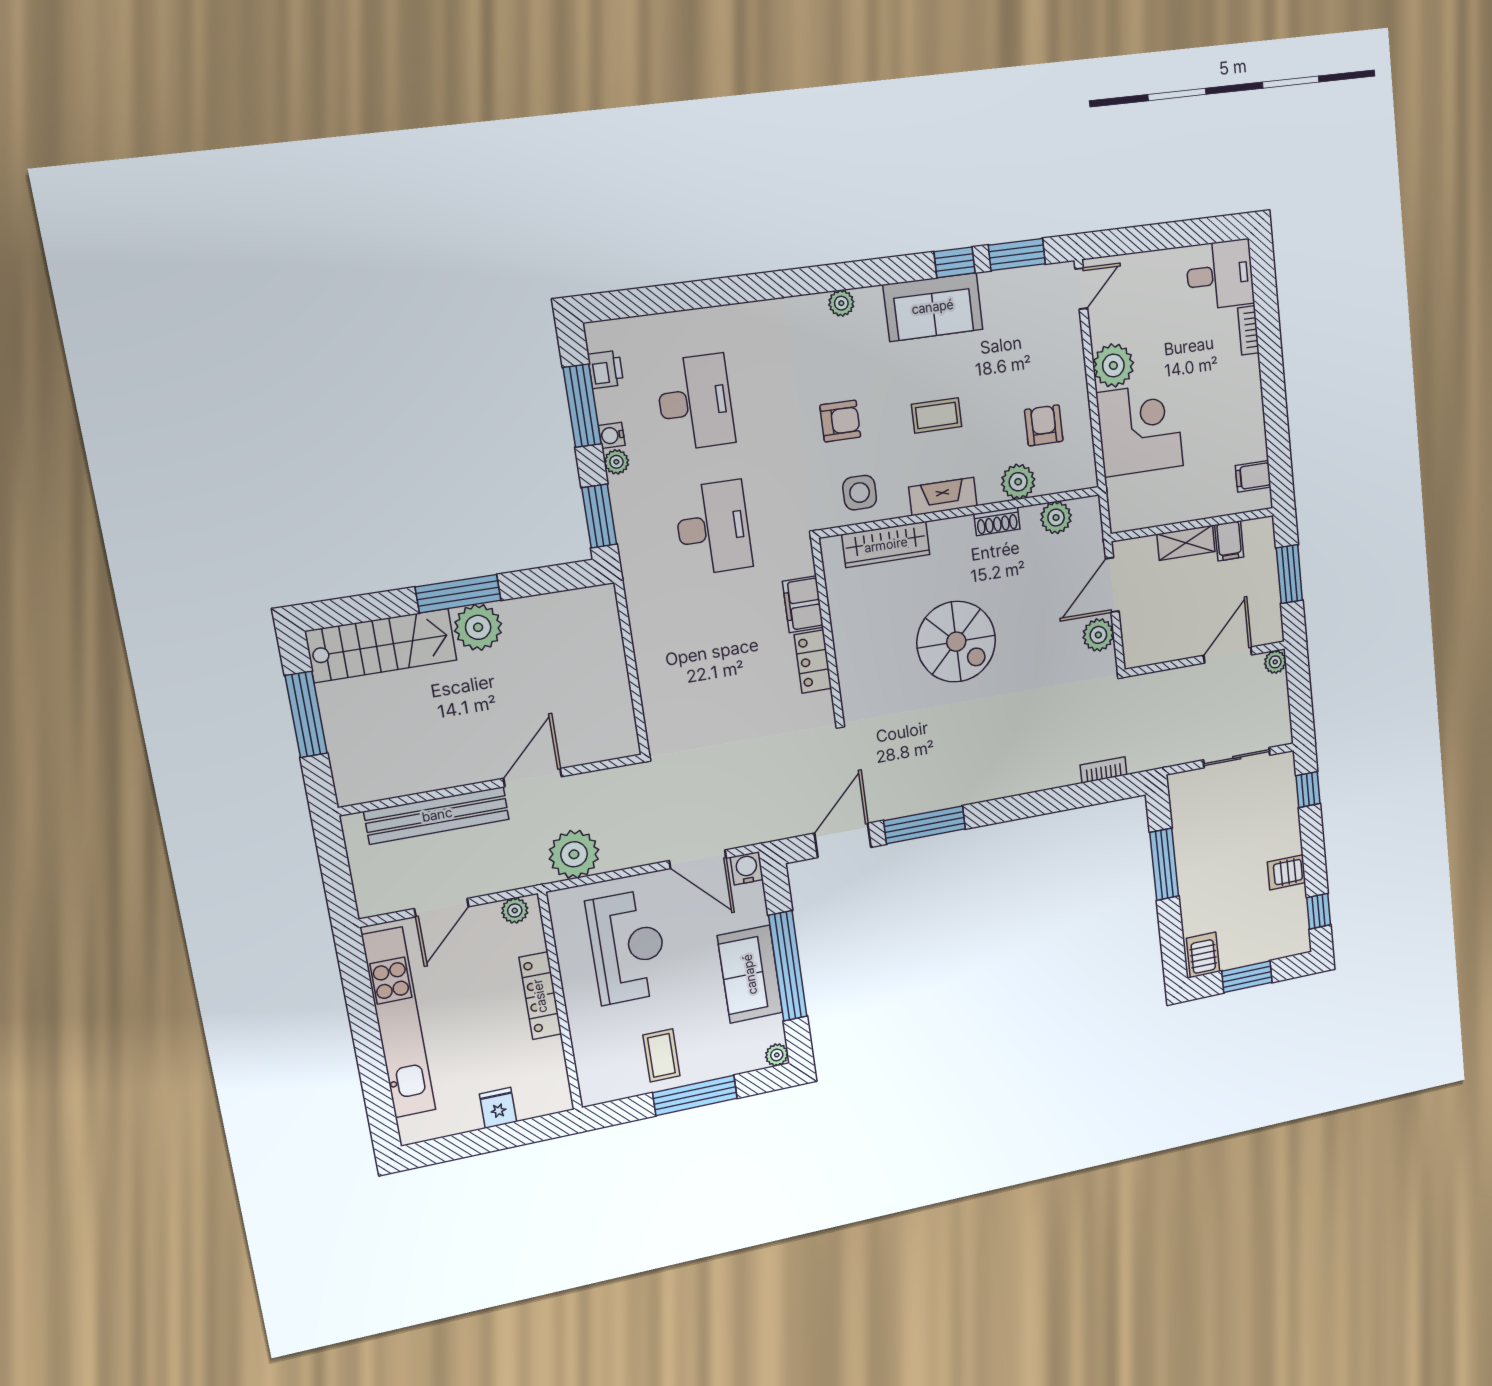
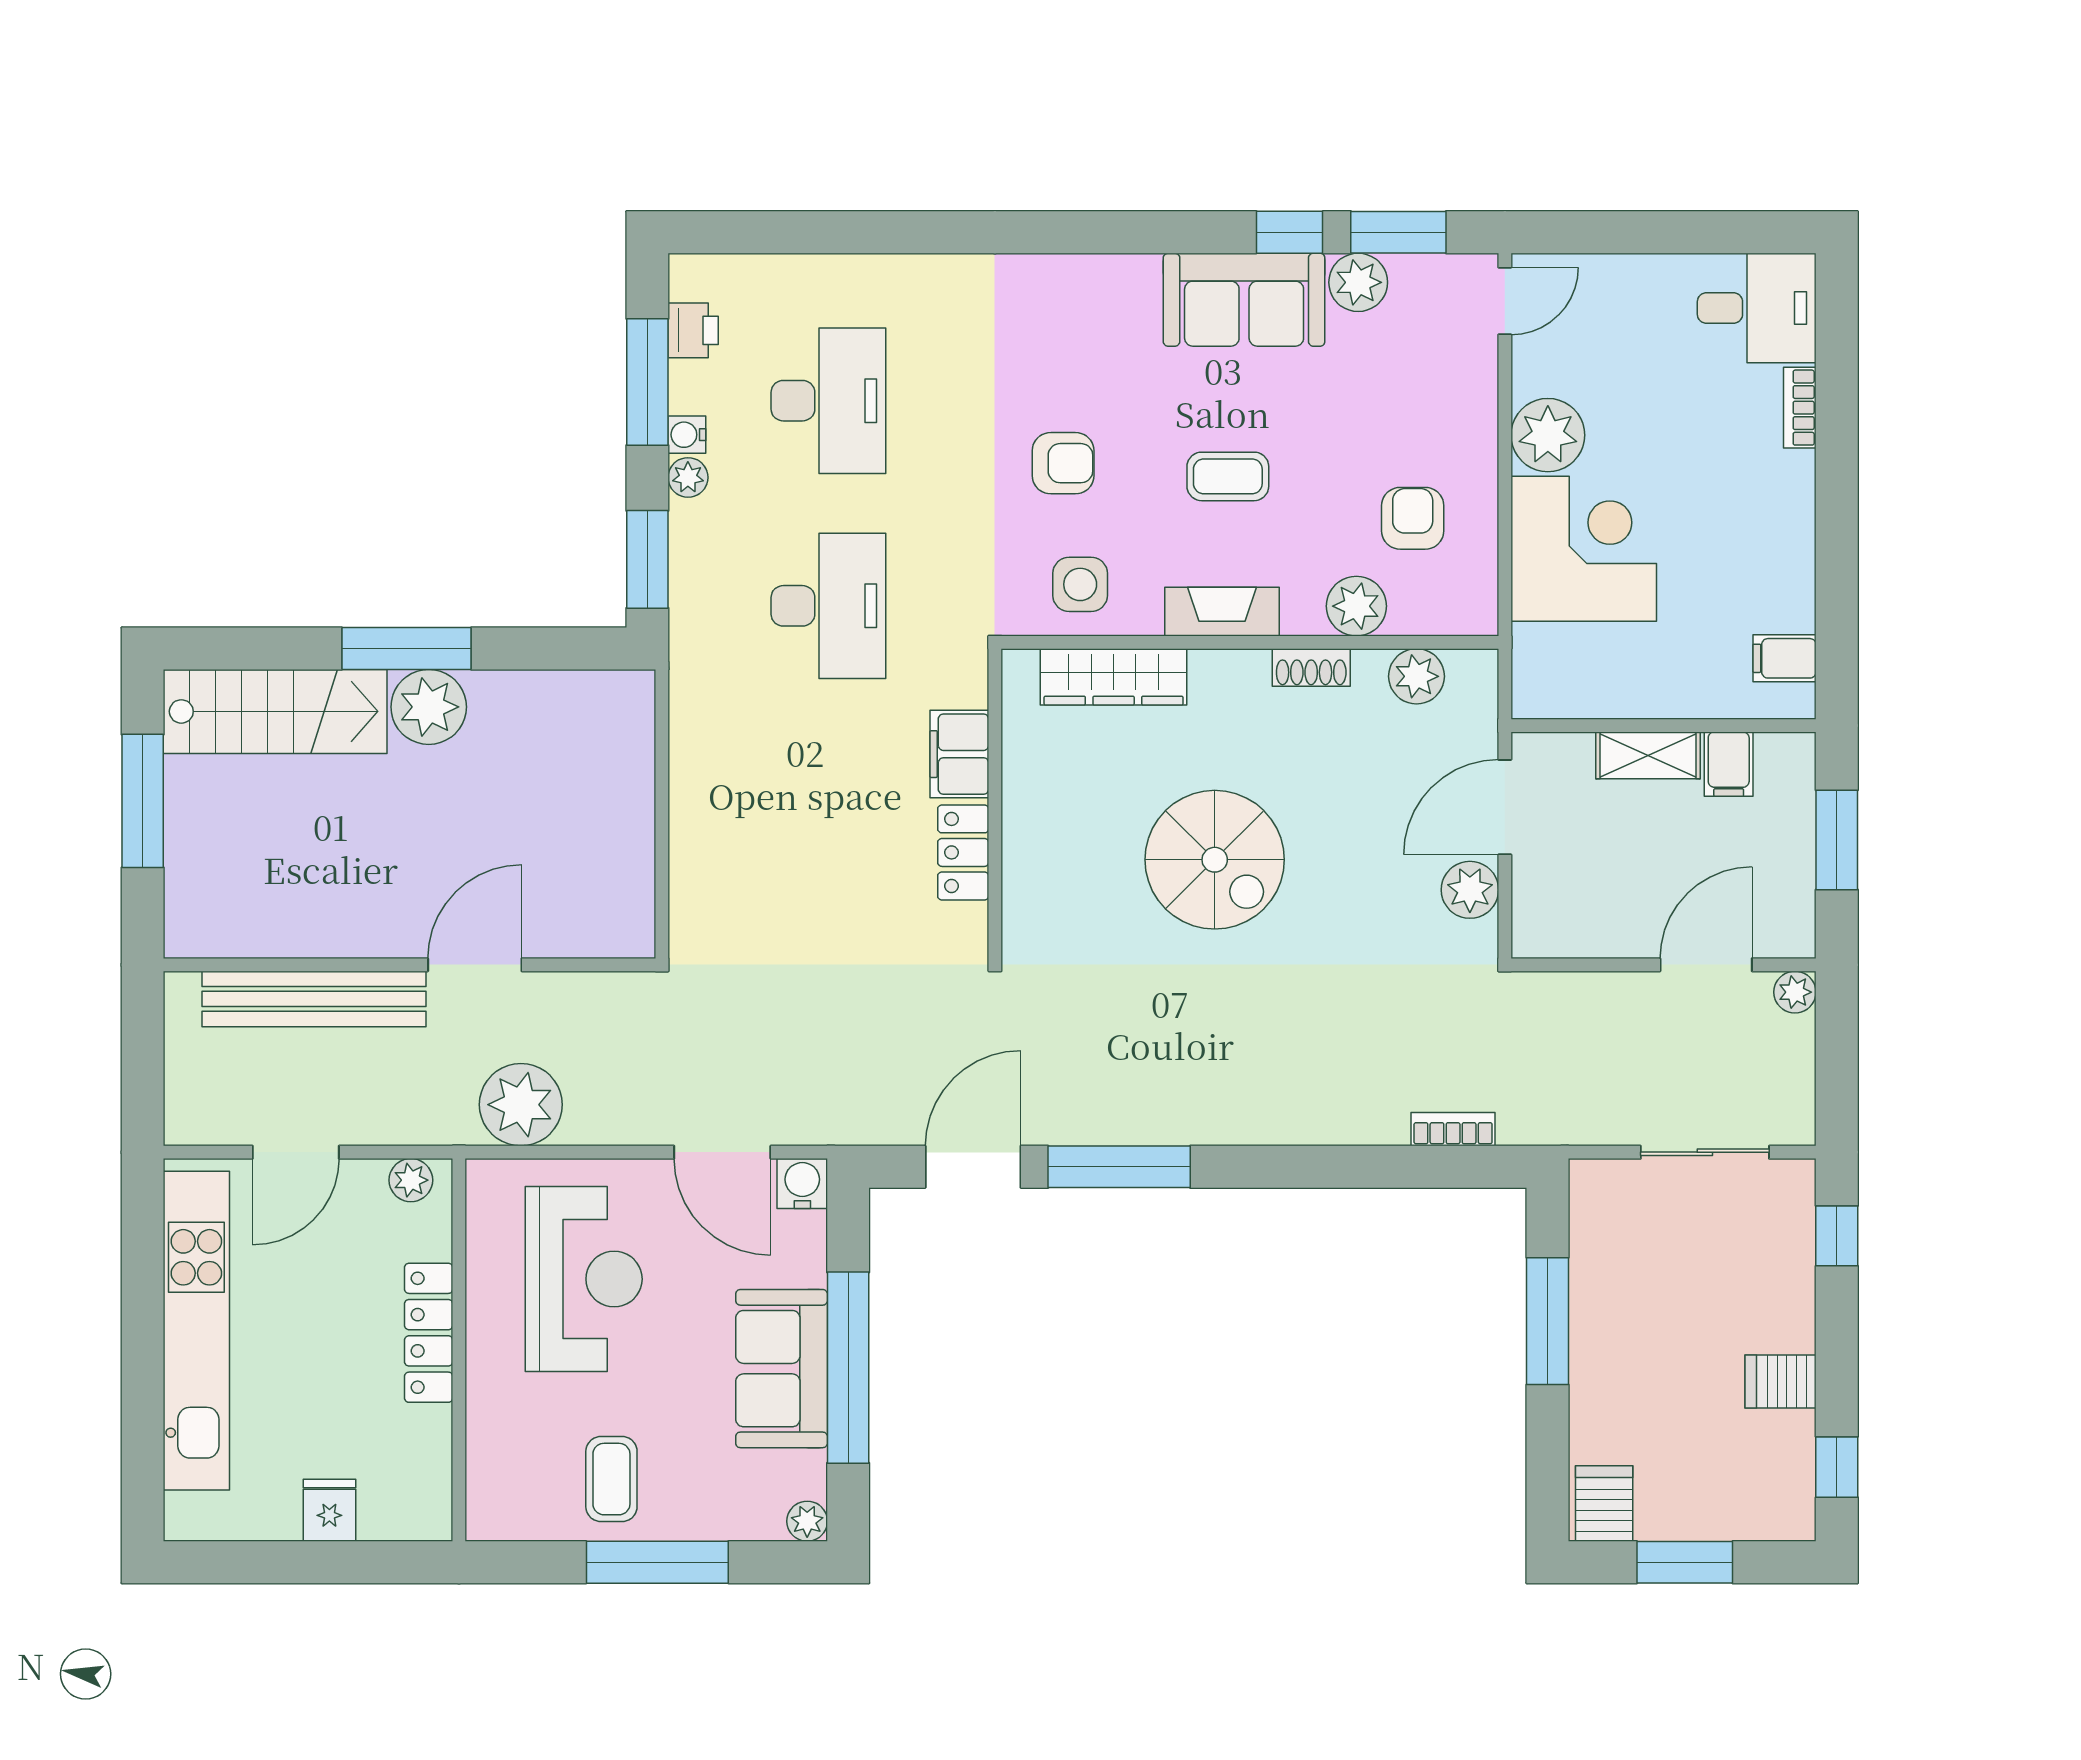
plant: (841, 303) -> (1358, 282), moved, width x1.38, depth x1.38

